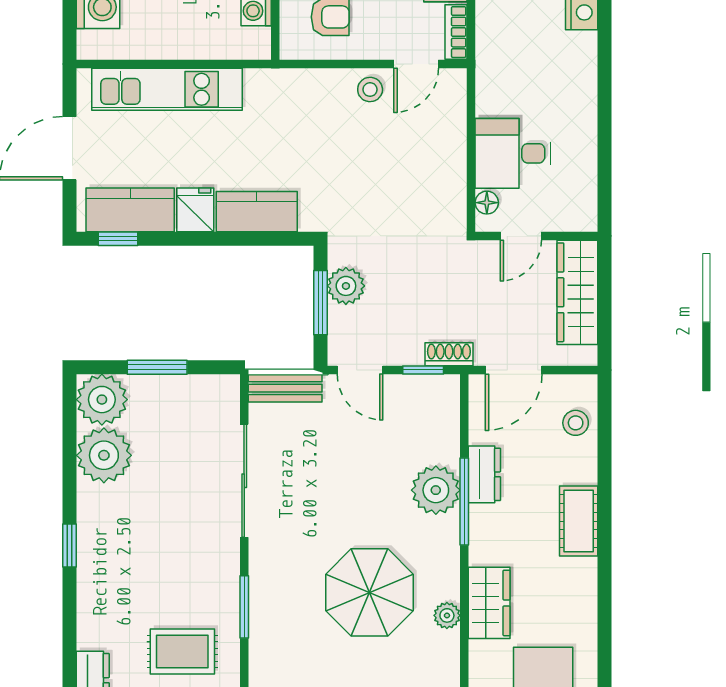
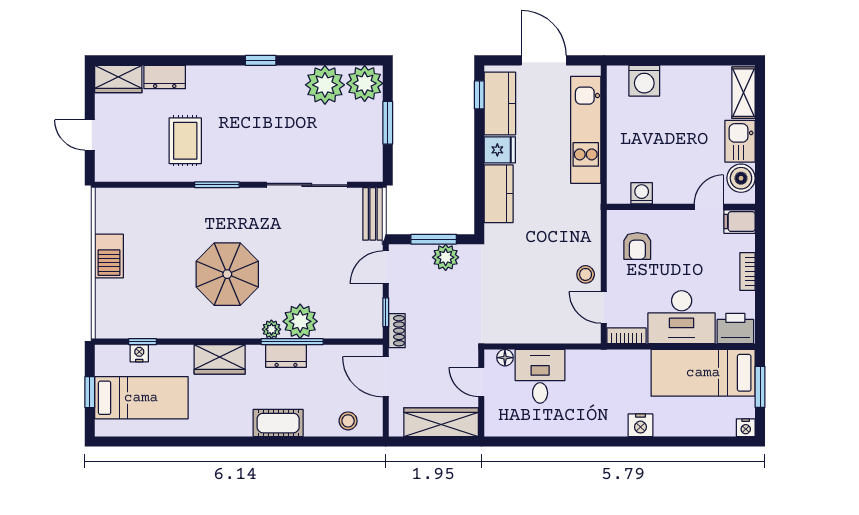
dresser: (484, 474) -> (286, 356), moved
plant: (447, 615) -> (271, 329), moved

